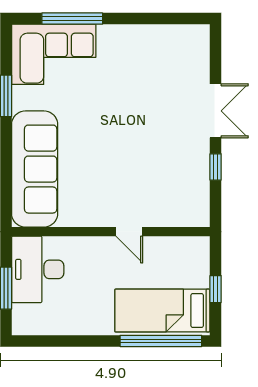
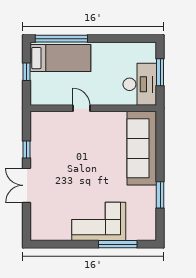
corner sofa: (54, 54) -> (99, 221), moved

